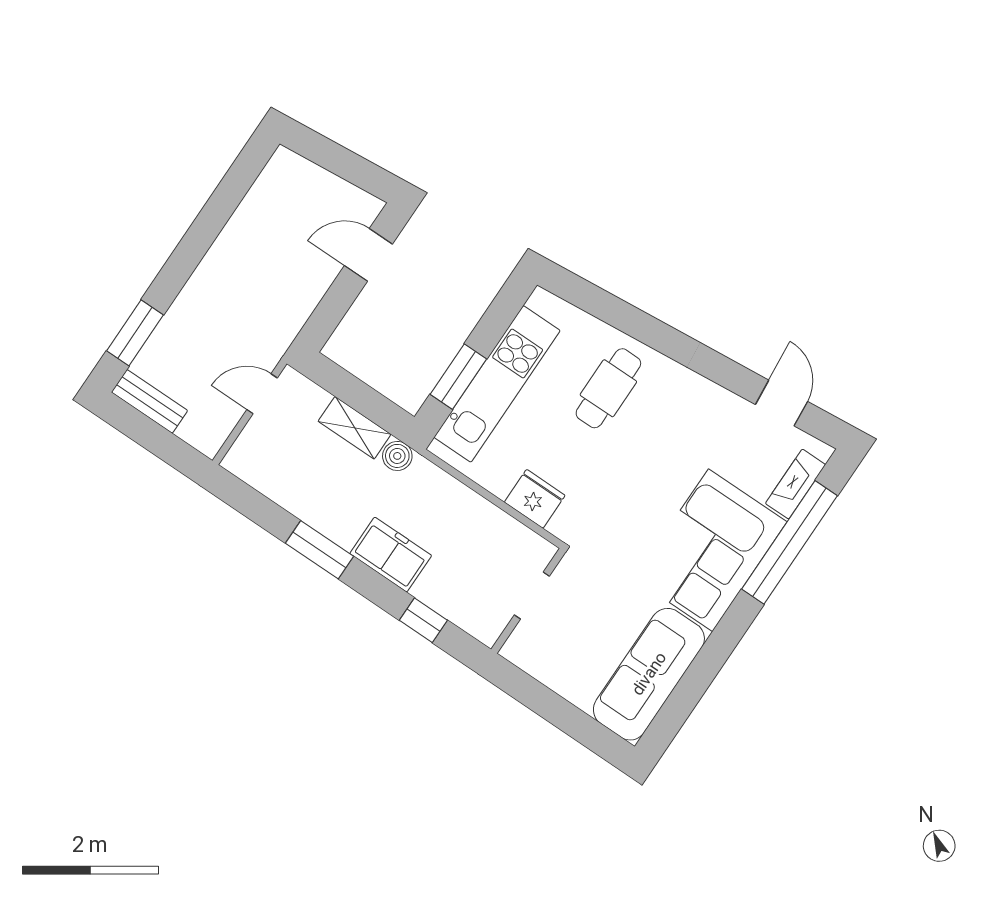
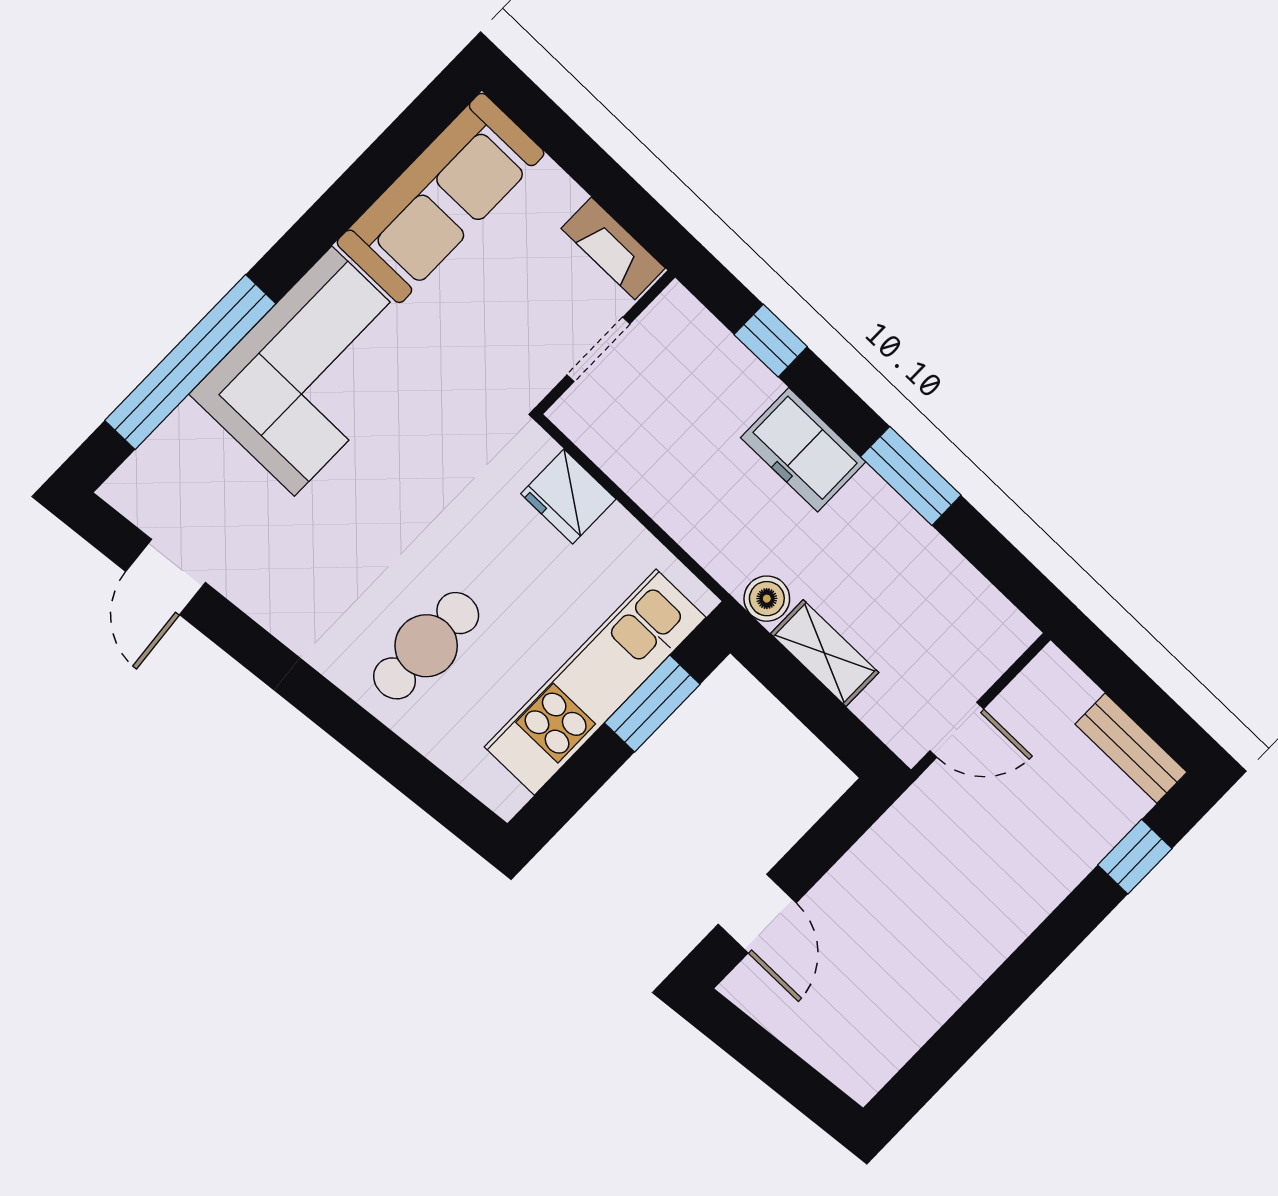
door: (368, 255) -> (757, 914), hinge flipped
window: (135, 333) -> (1135, 857), width x0.67
fireplace: (795, 484) -> (613, 248), moved, turned 90

